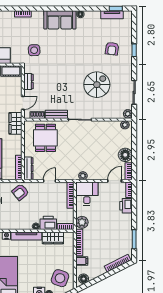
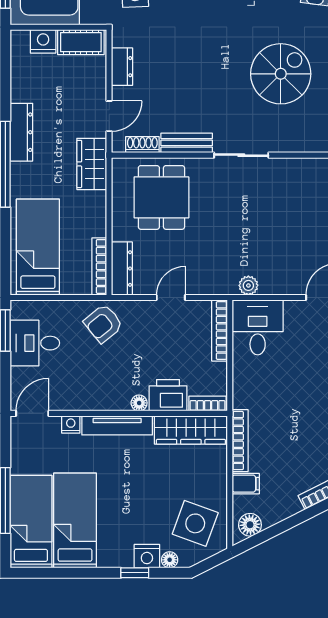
plant: (82, 222) -> (246, 394), removed
wardrobe: (53, 238) -> (191, 430), width x1.50

